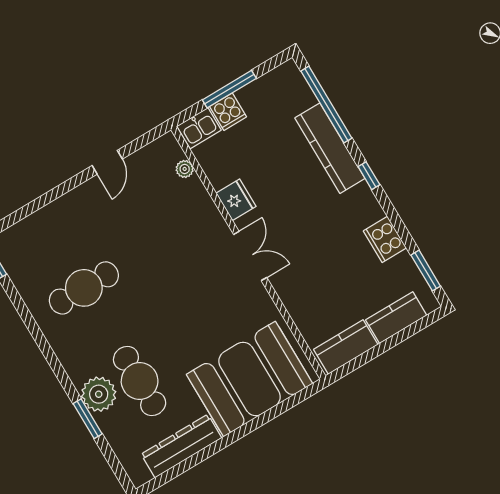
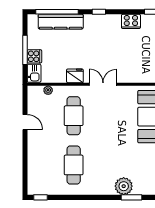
kitchen counter: (330, 148) -> (61, 22), moved
cafe table: (140, 381) -> (74, 116), moved, turned 90

